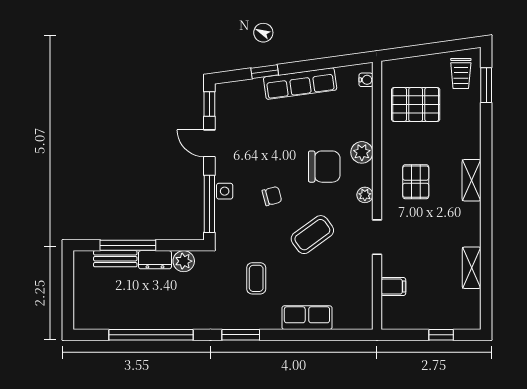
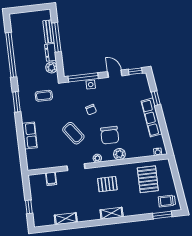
door: (209, 143) -> (115, 74), hinge flipped
coffee table: (256, 278) -> (44, 96), moved

